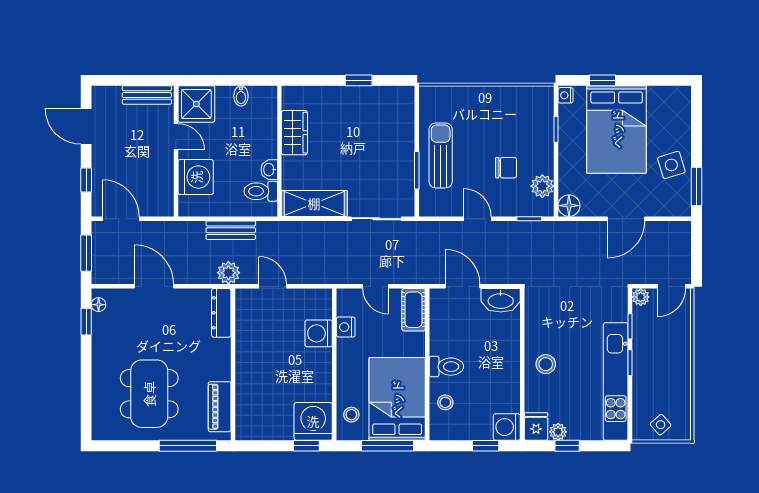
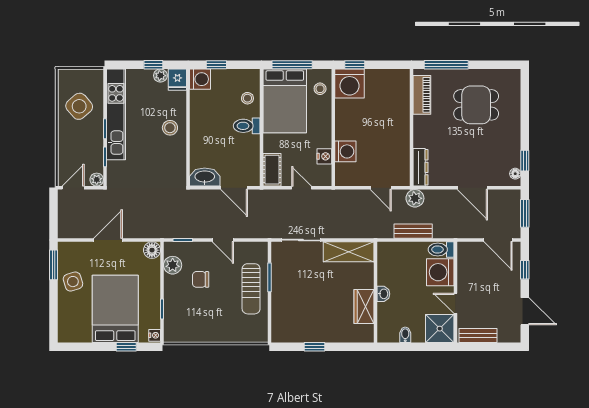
washbasin: (269, 170) -> (383, 294), moved
toilet: (261, 191) -> (441, 250), moved, turned 180
dining table: (149, 394) -> (476, 105), width x0.73
side table: (661, 425) -> (79, 106), moved, width x1.87, depth x1.87

